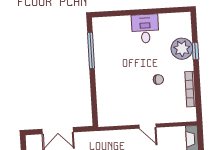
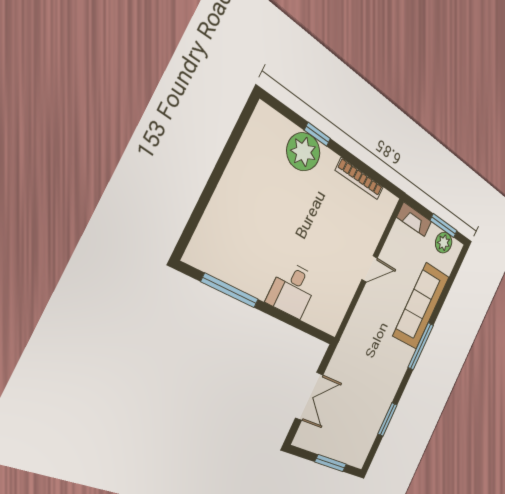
desk: (145, 29) -> (293, 290), moved, turned -90
chair: (158, 80) -> (324, 215), removed

